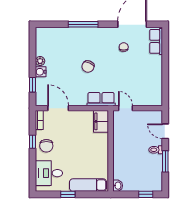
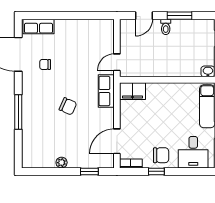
water cooler: (41, 72) -> (74, 162), removed

